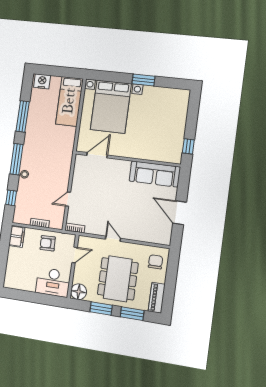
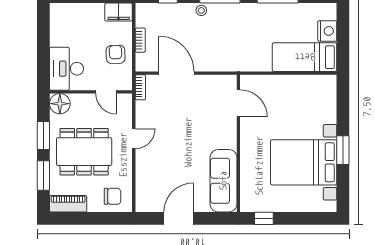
nightstand: (42, 81) -> (327, 31), moved
bed with nightstands: (111, 107) -> (304, 162), moved
door: (68, 199) -> (176, 73), width x1.87

